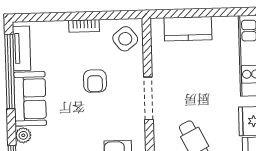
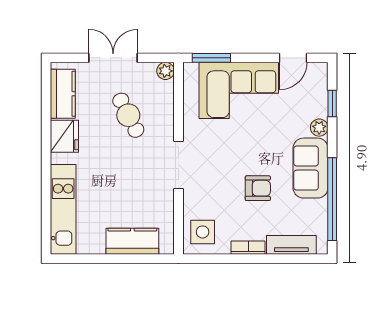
side table: (125, 39) -> (203, 232), turned 38
tv unit: (21, 48) -> (291, 245), moved, turned 90
armchair: (95, 81) -> (258, 188), moved, turned 90

